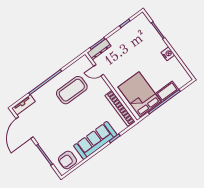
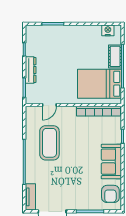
dresser: (99, 49) -> (31, 70), moved
nightstand: (168, 54) -> (108, 30), moved
sofa: (95, 140) -> (111, 162), width x0.73

